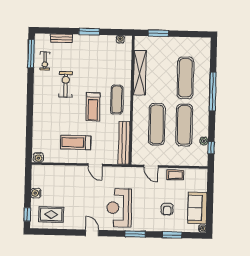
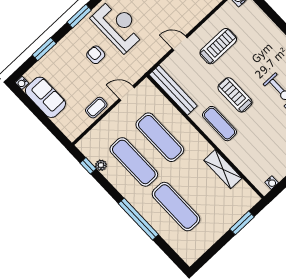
shelving: (140, 73) -> (223, 169), width x0.68
armchair: (167, 209) -> (96, 55), moved

